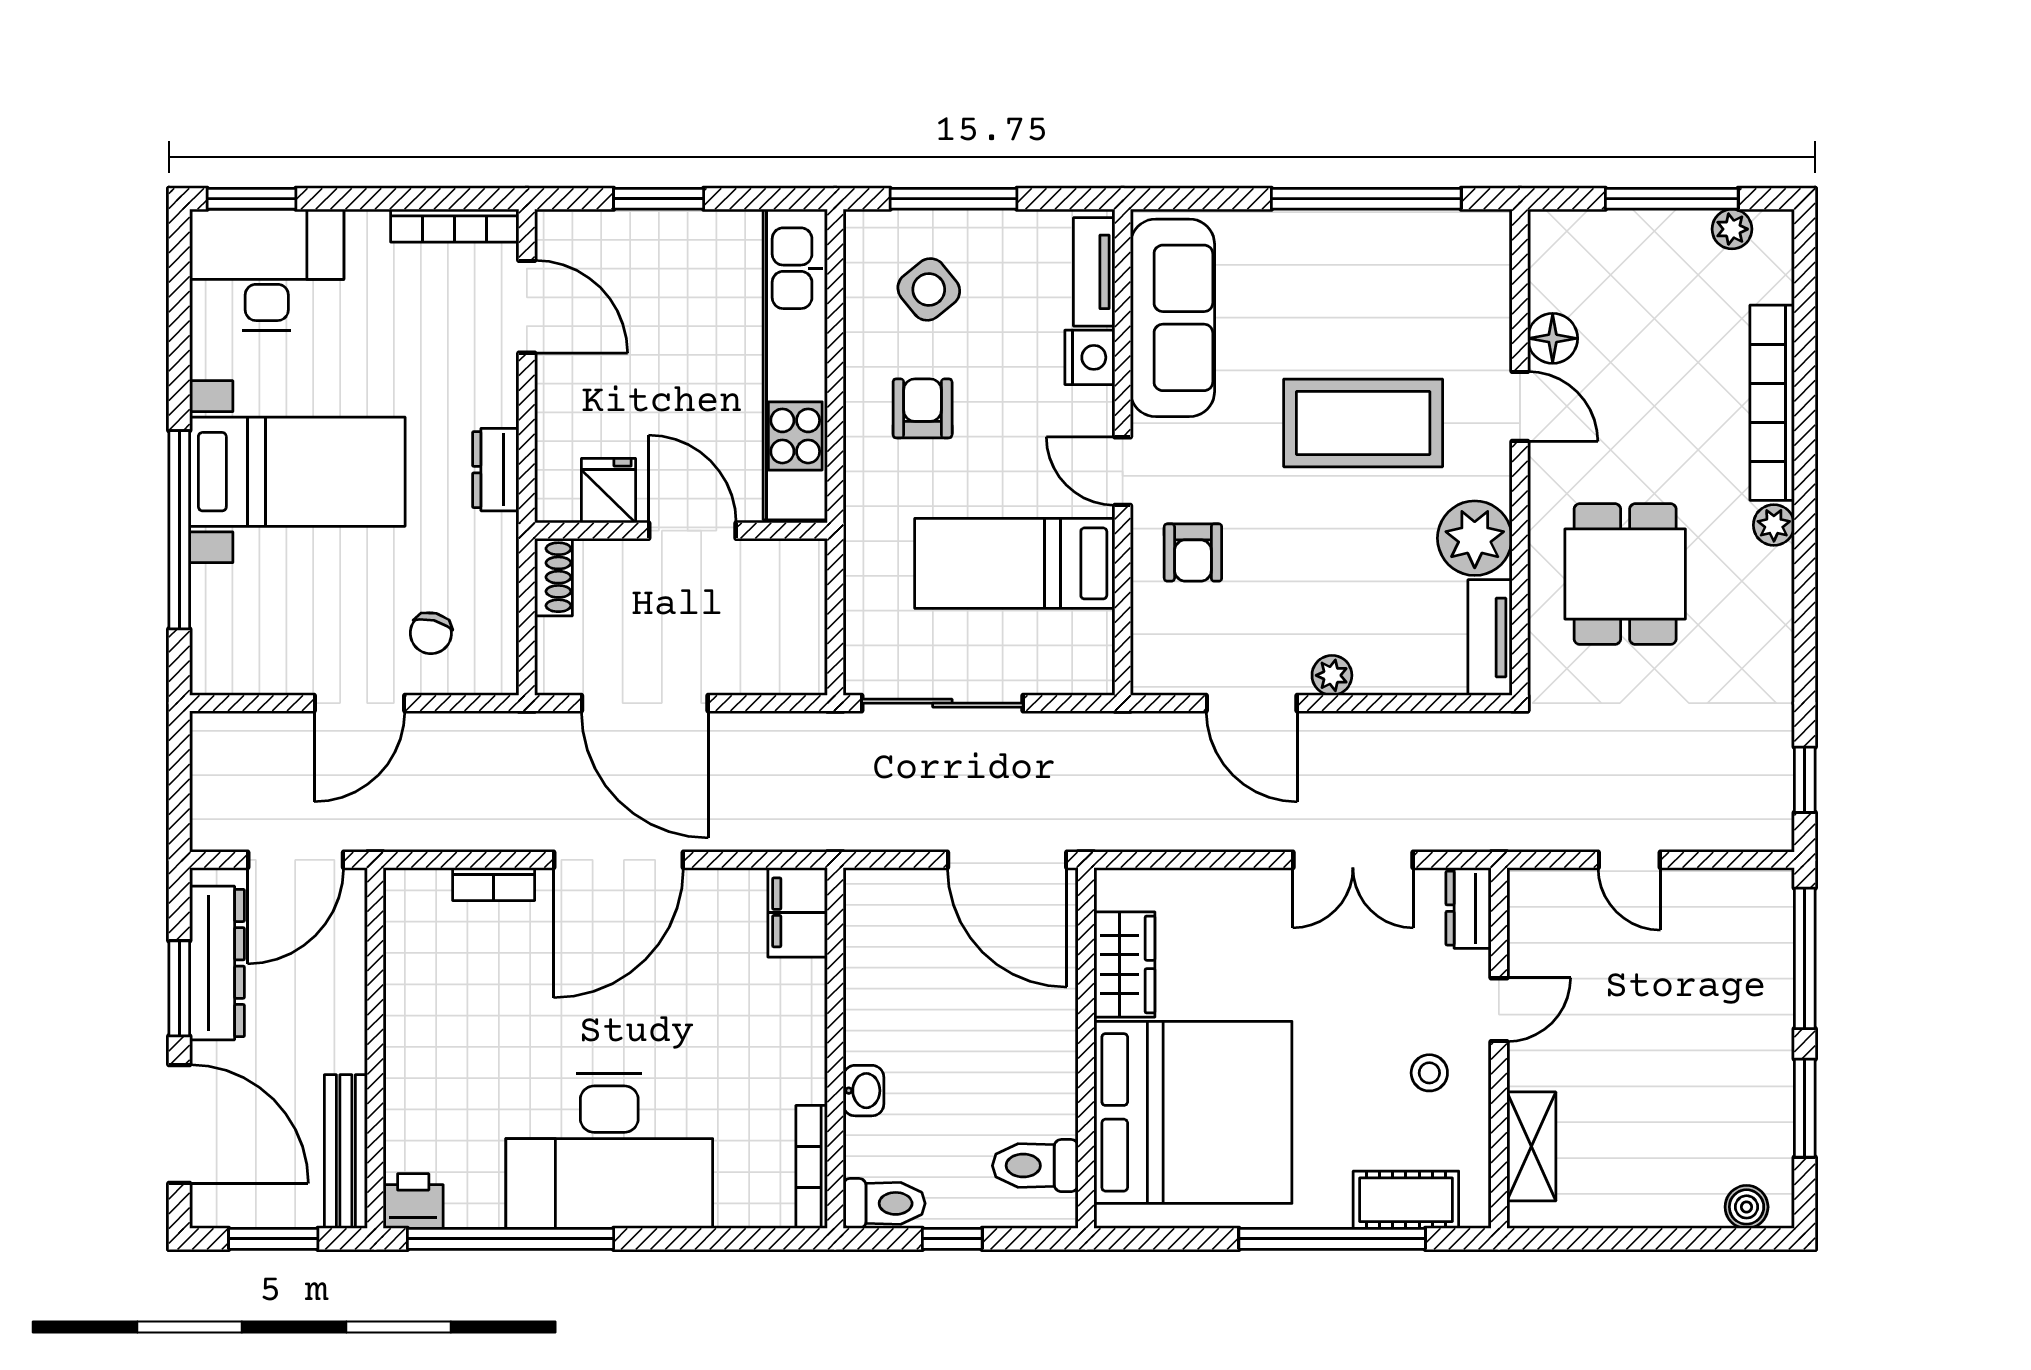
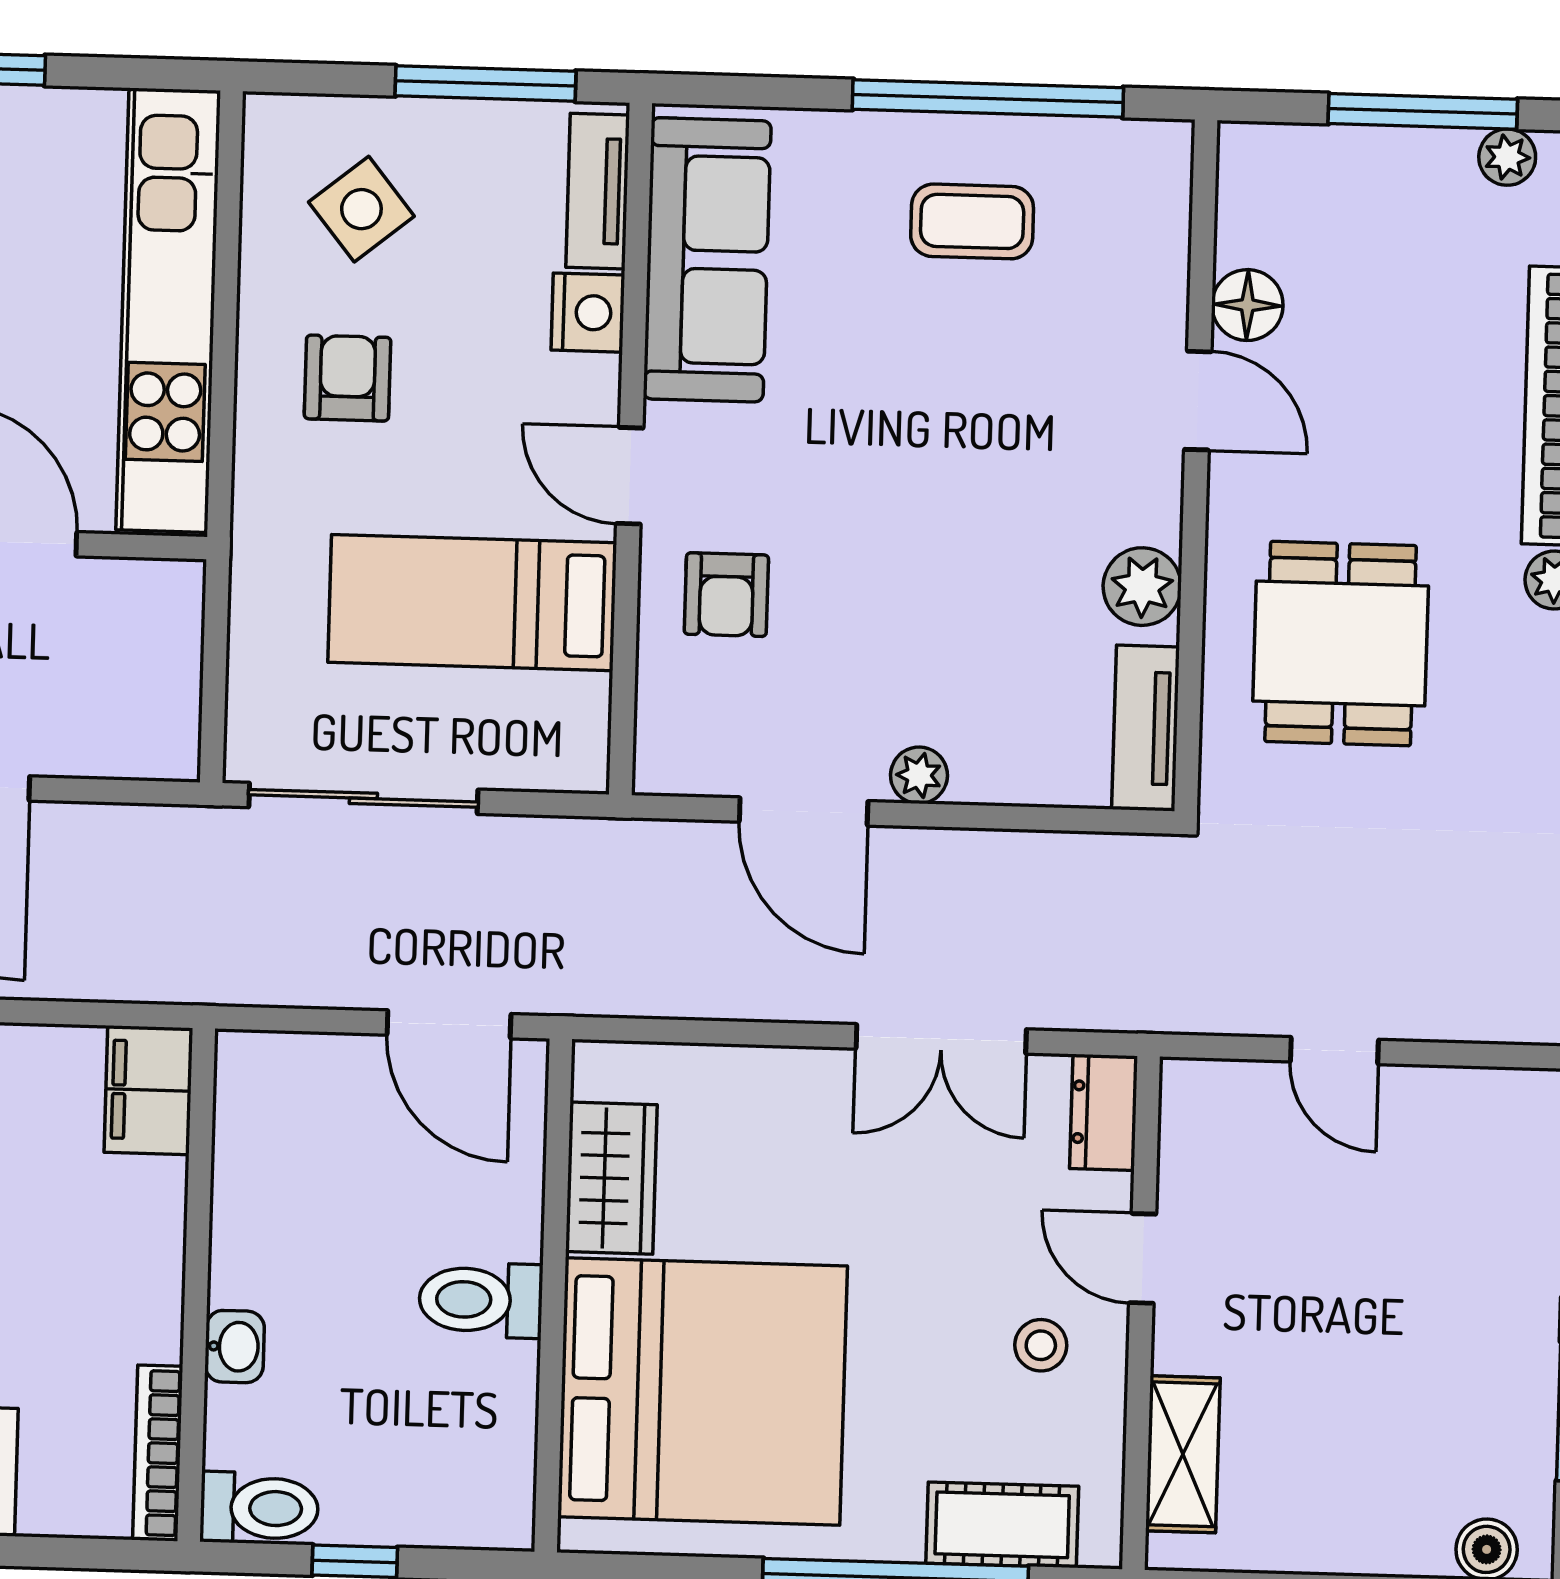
window: (954, 199) -> (486, 84), moved
coffee table: (1363, 423) -> (972, 221), moved, width x0.54, depth x0.58
plant: (1475, 538) -> (1142, 587), width x0.73, depth x0.73
door: (1007, 860) -> (449, 1024), width x0.73
door: (1499, 1010) -> (1143, 1258), swing flipped
toilet: (1035, 1166) -> (481, 1300), moved

